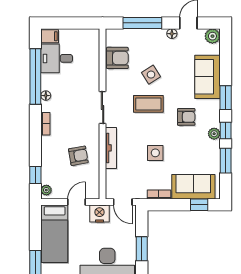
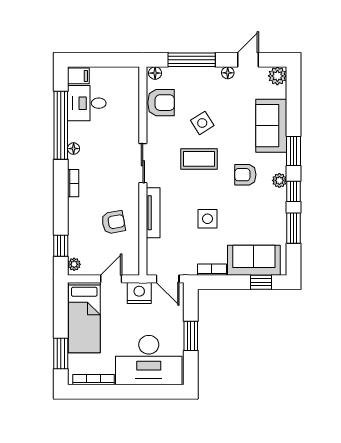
floor lamp: (112, 34) -> (155, 73), added
armchair: (186, 117) -> (245, 175), turned 180
plant: (214, 134) -> (279, 180), moved

